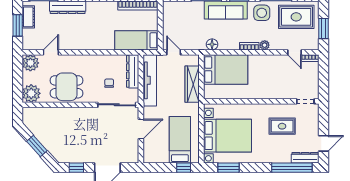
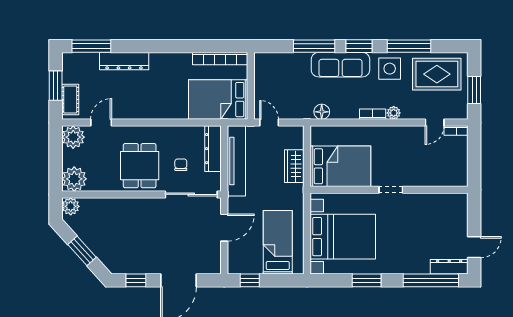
cot: (28, 17) -> (70, 99), moved
bed: (136, 40) -> (218, 100), width x1.50
door: (295, 52) -> (435, 123), hinge flipped
bed: (226, 69) -> (340, 166), moved
wardrobe: (192, 84) -> (294, 166), width x0.67
dining table: (67, 87) -> (140, 166), moved, turned 90
doorway: (305, 101) -> (391, 190), moved
plant: (29, 113) -> (71, 206), added
rug: (282, 126) -> (418, 224), removed
window: (184, 168) -> (250, 280), moved
window: (229, 168) -> (367, 280), moved

